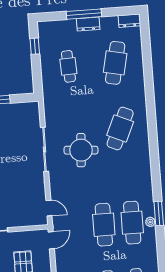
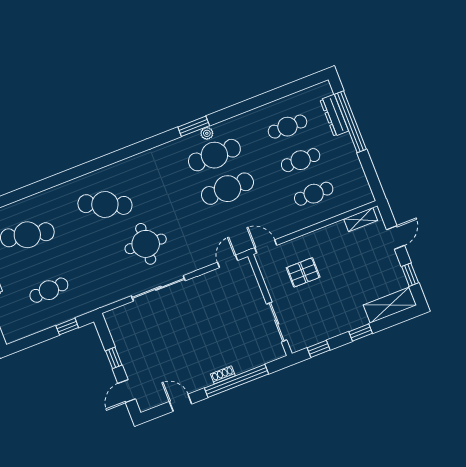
window: (35, 46) -> (67, 327), moved

